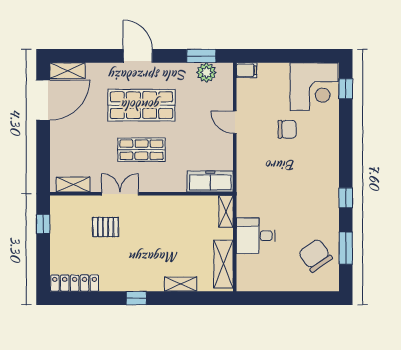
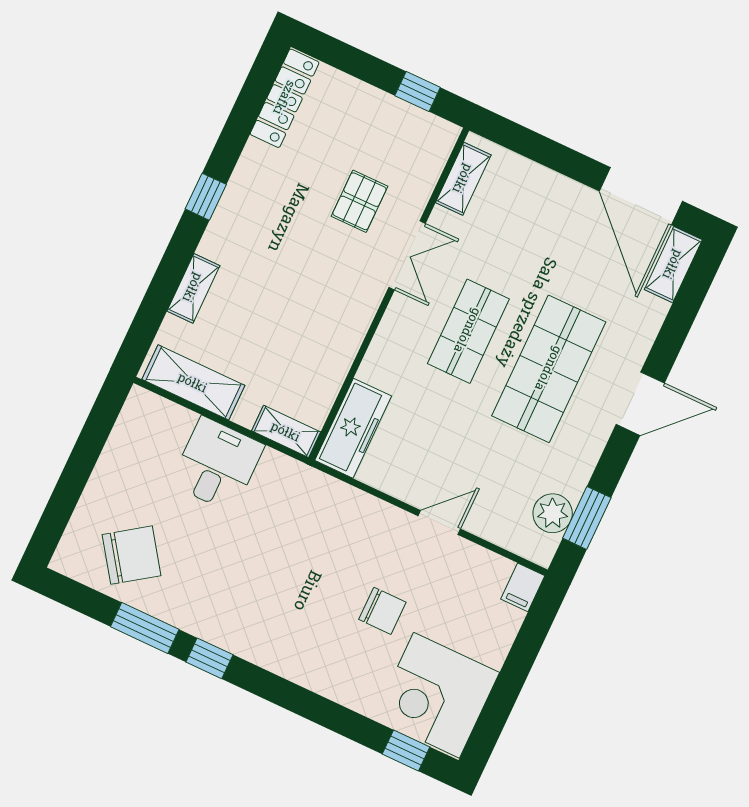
chair: (287, 129) -> (382, 611), turned -90
window: (346, 248) -> (145, 628), moved

